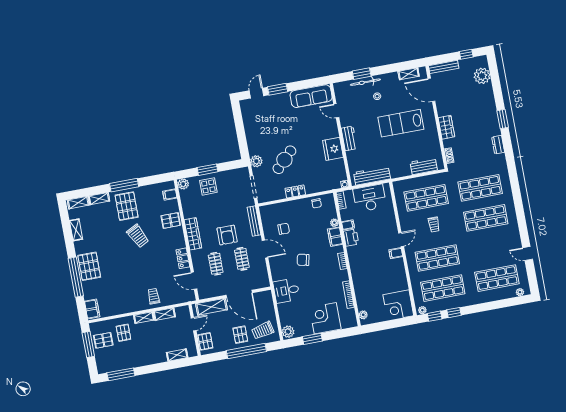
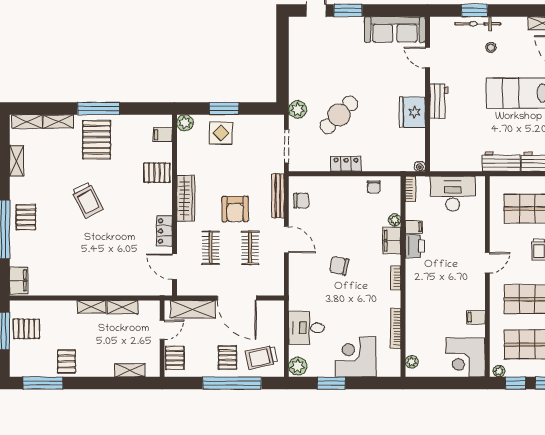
workbench: (372, 176) -> (501, 162), moved, width x0.73
chair: (284, 229) -> (301, 201), moved
trolley: (138, 236) -> (87, 200), moved
filing cabinet: (396, 253) -> (476, 317), moved
pallet: (89, 266) -> (26, 217), width x0.67, depth x0.71
desk: (286, 291) -> (306, 328), moved
trolley: (154, 296) -> (112, 278), removed
pallet: (123, 333) -> (66, 362), moved

